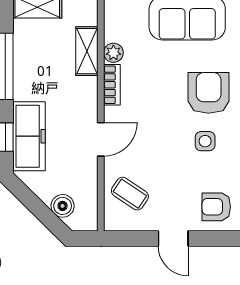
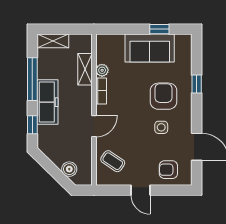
freezer: (29, 136) -> (48, 102), moved

